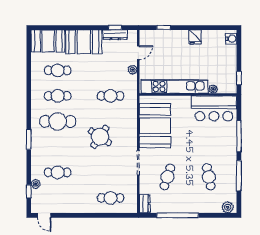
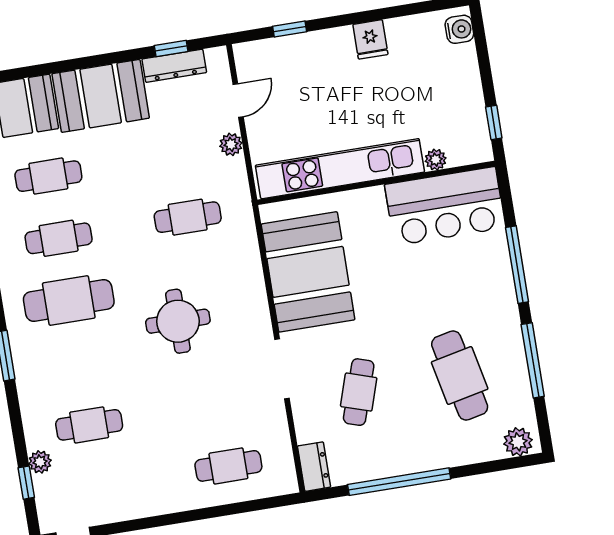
round table: (100, 137) -> (178, 321), turned -34
cafe table: (209, 177) -> (460, 376), width x1.37, depth x1.35

